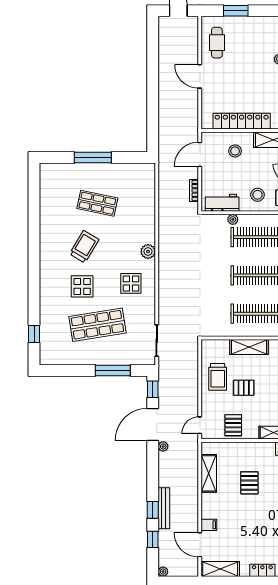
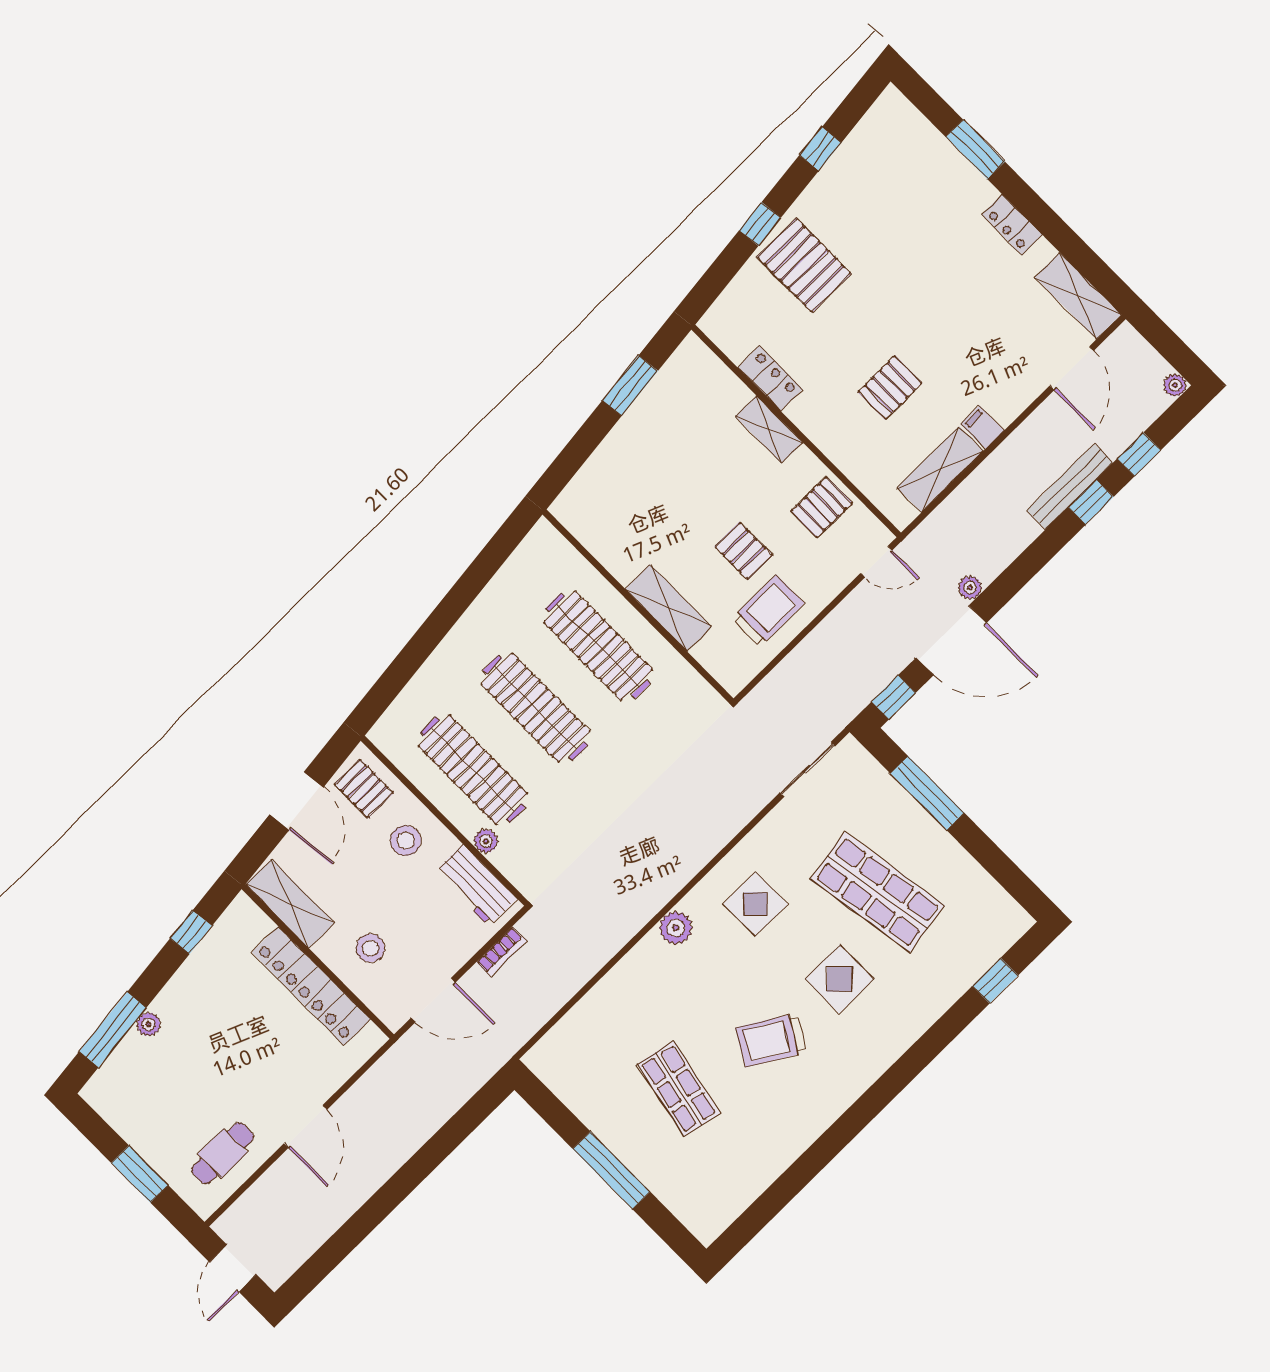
filing cabinet: (209, 525) -> (982, 427), moved

